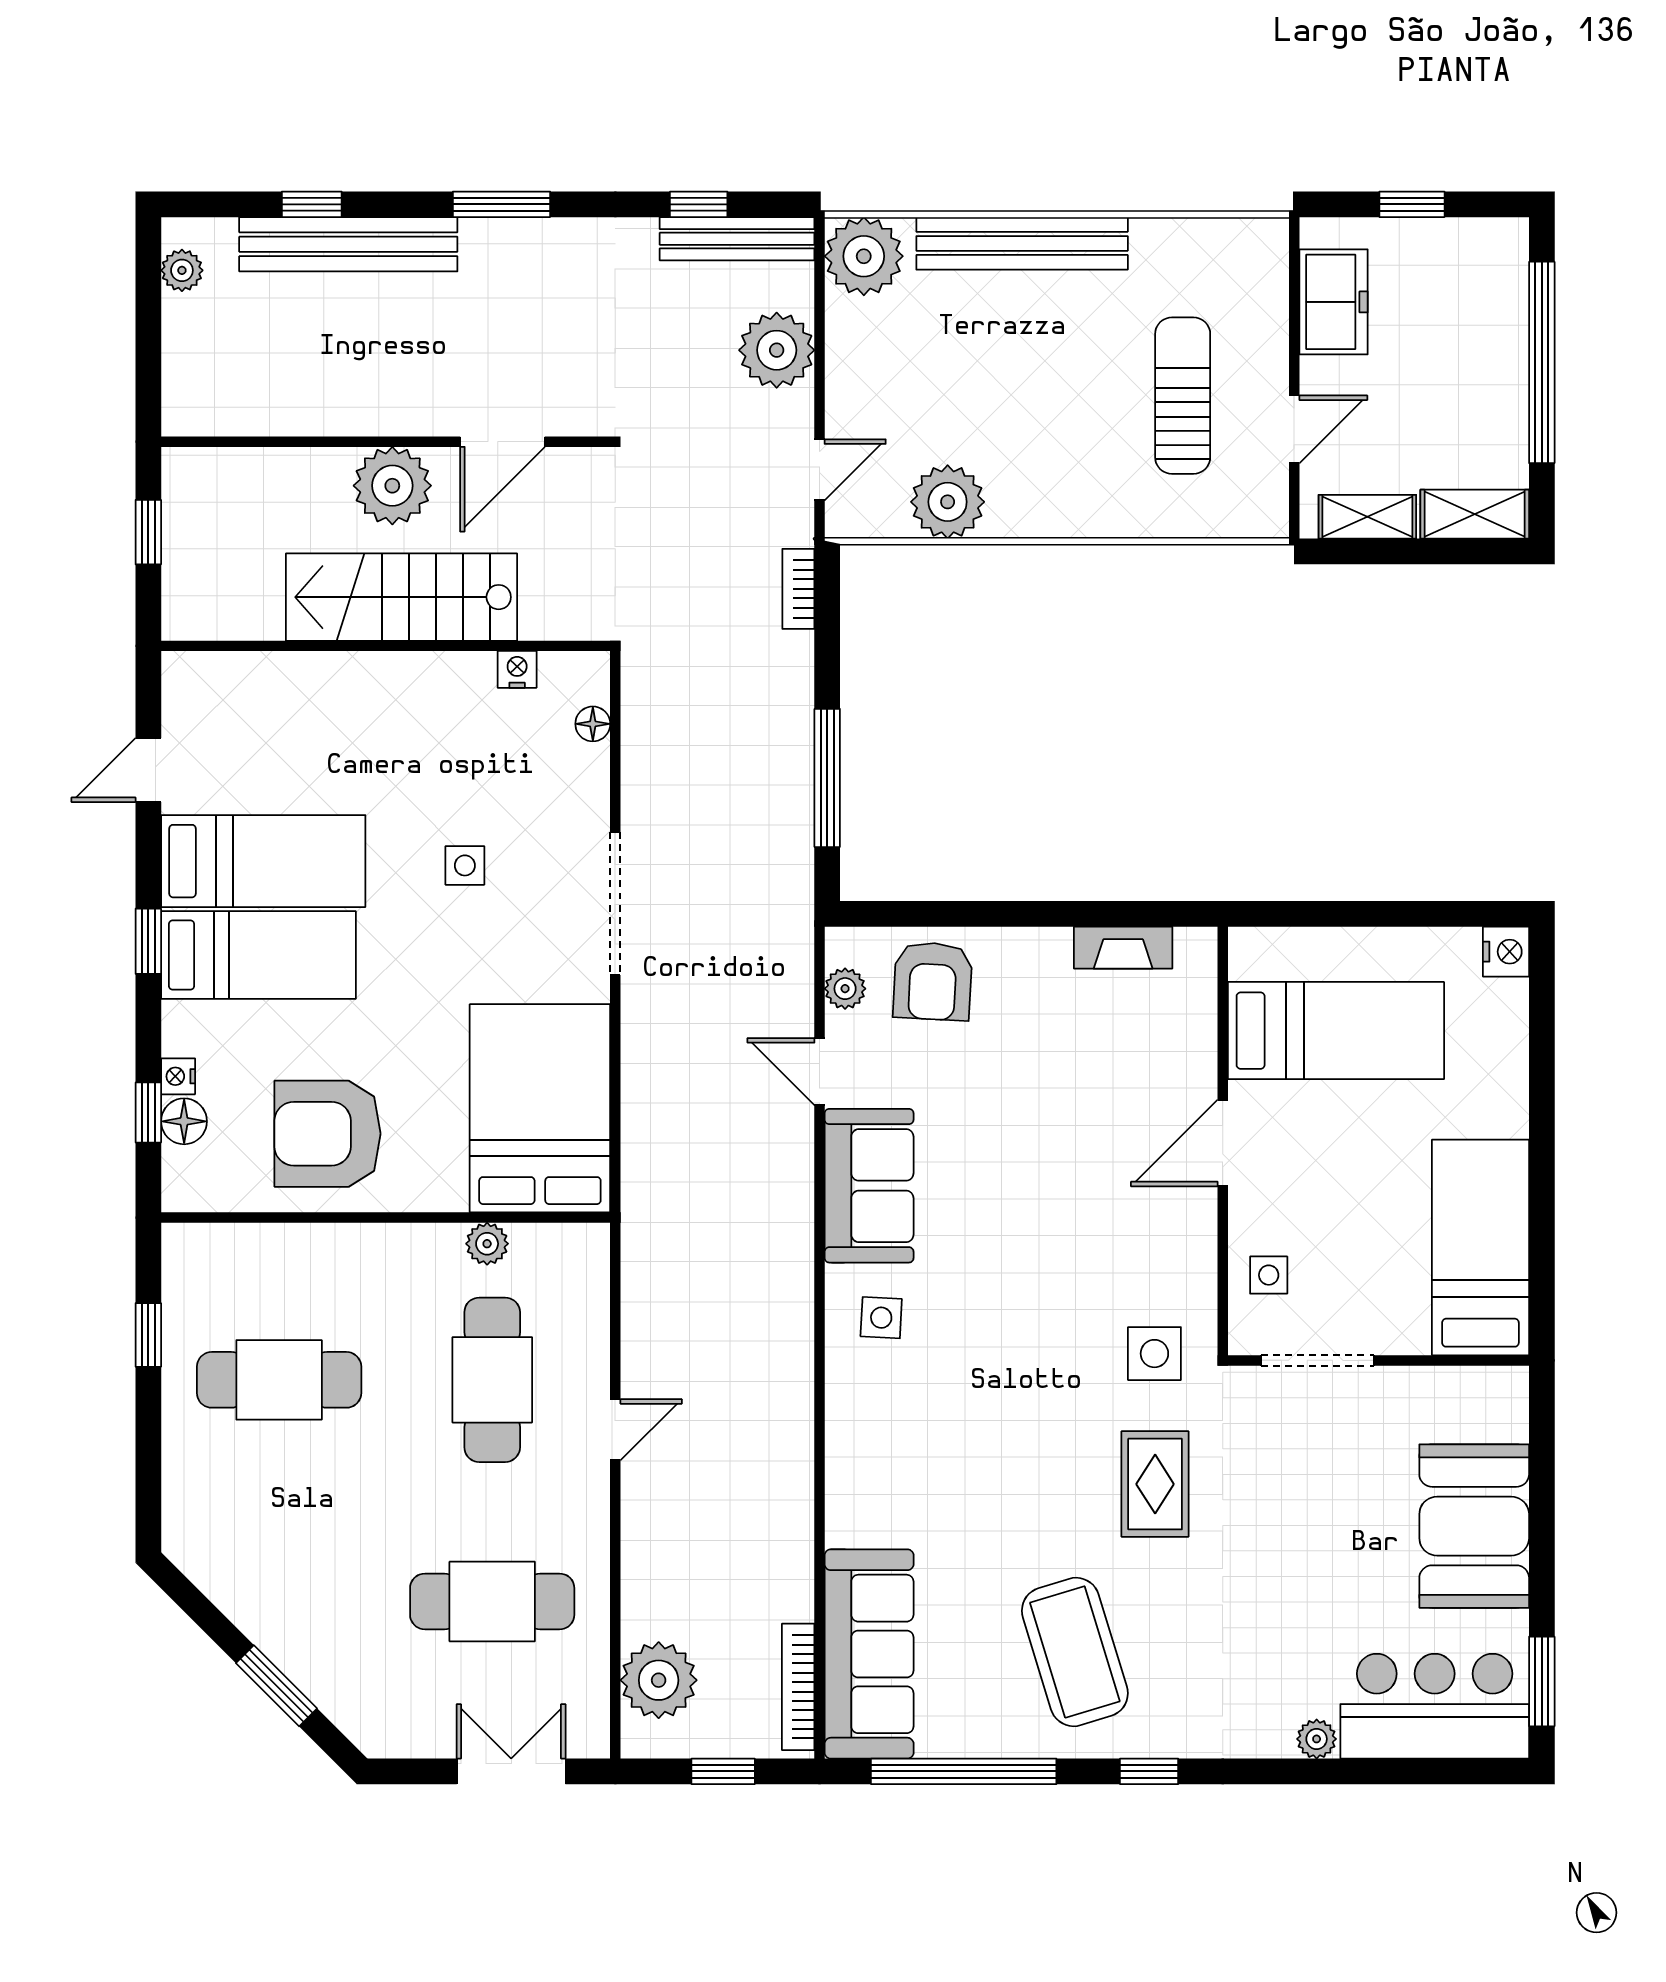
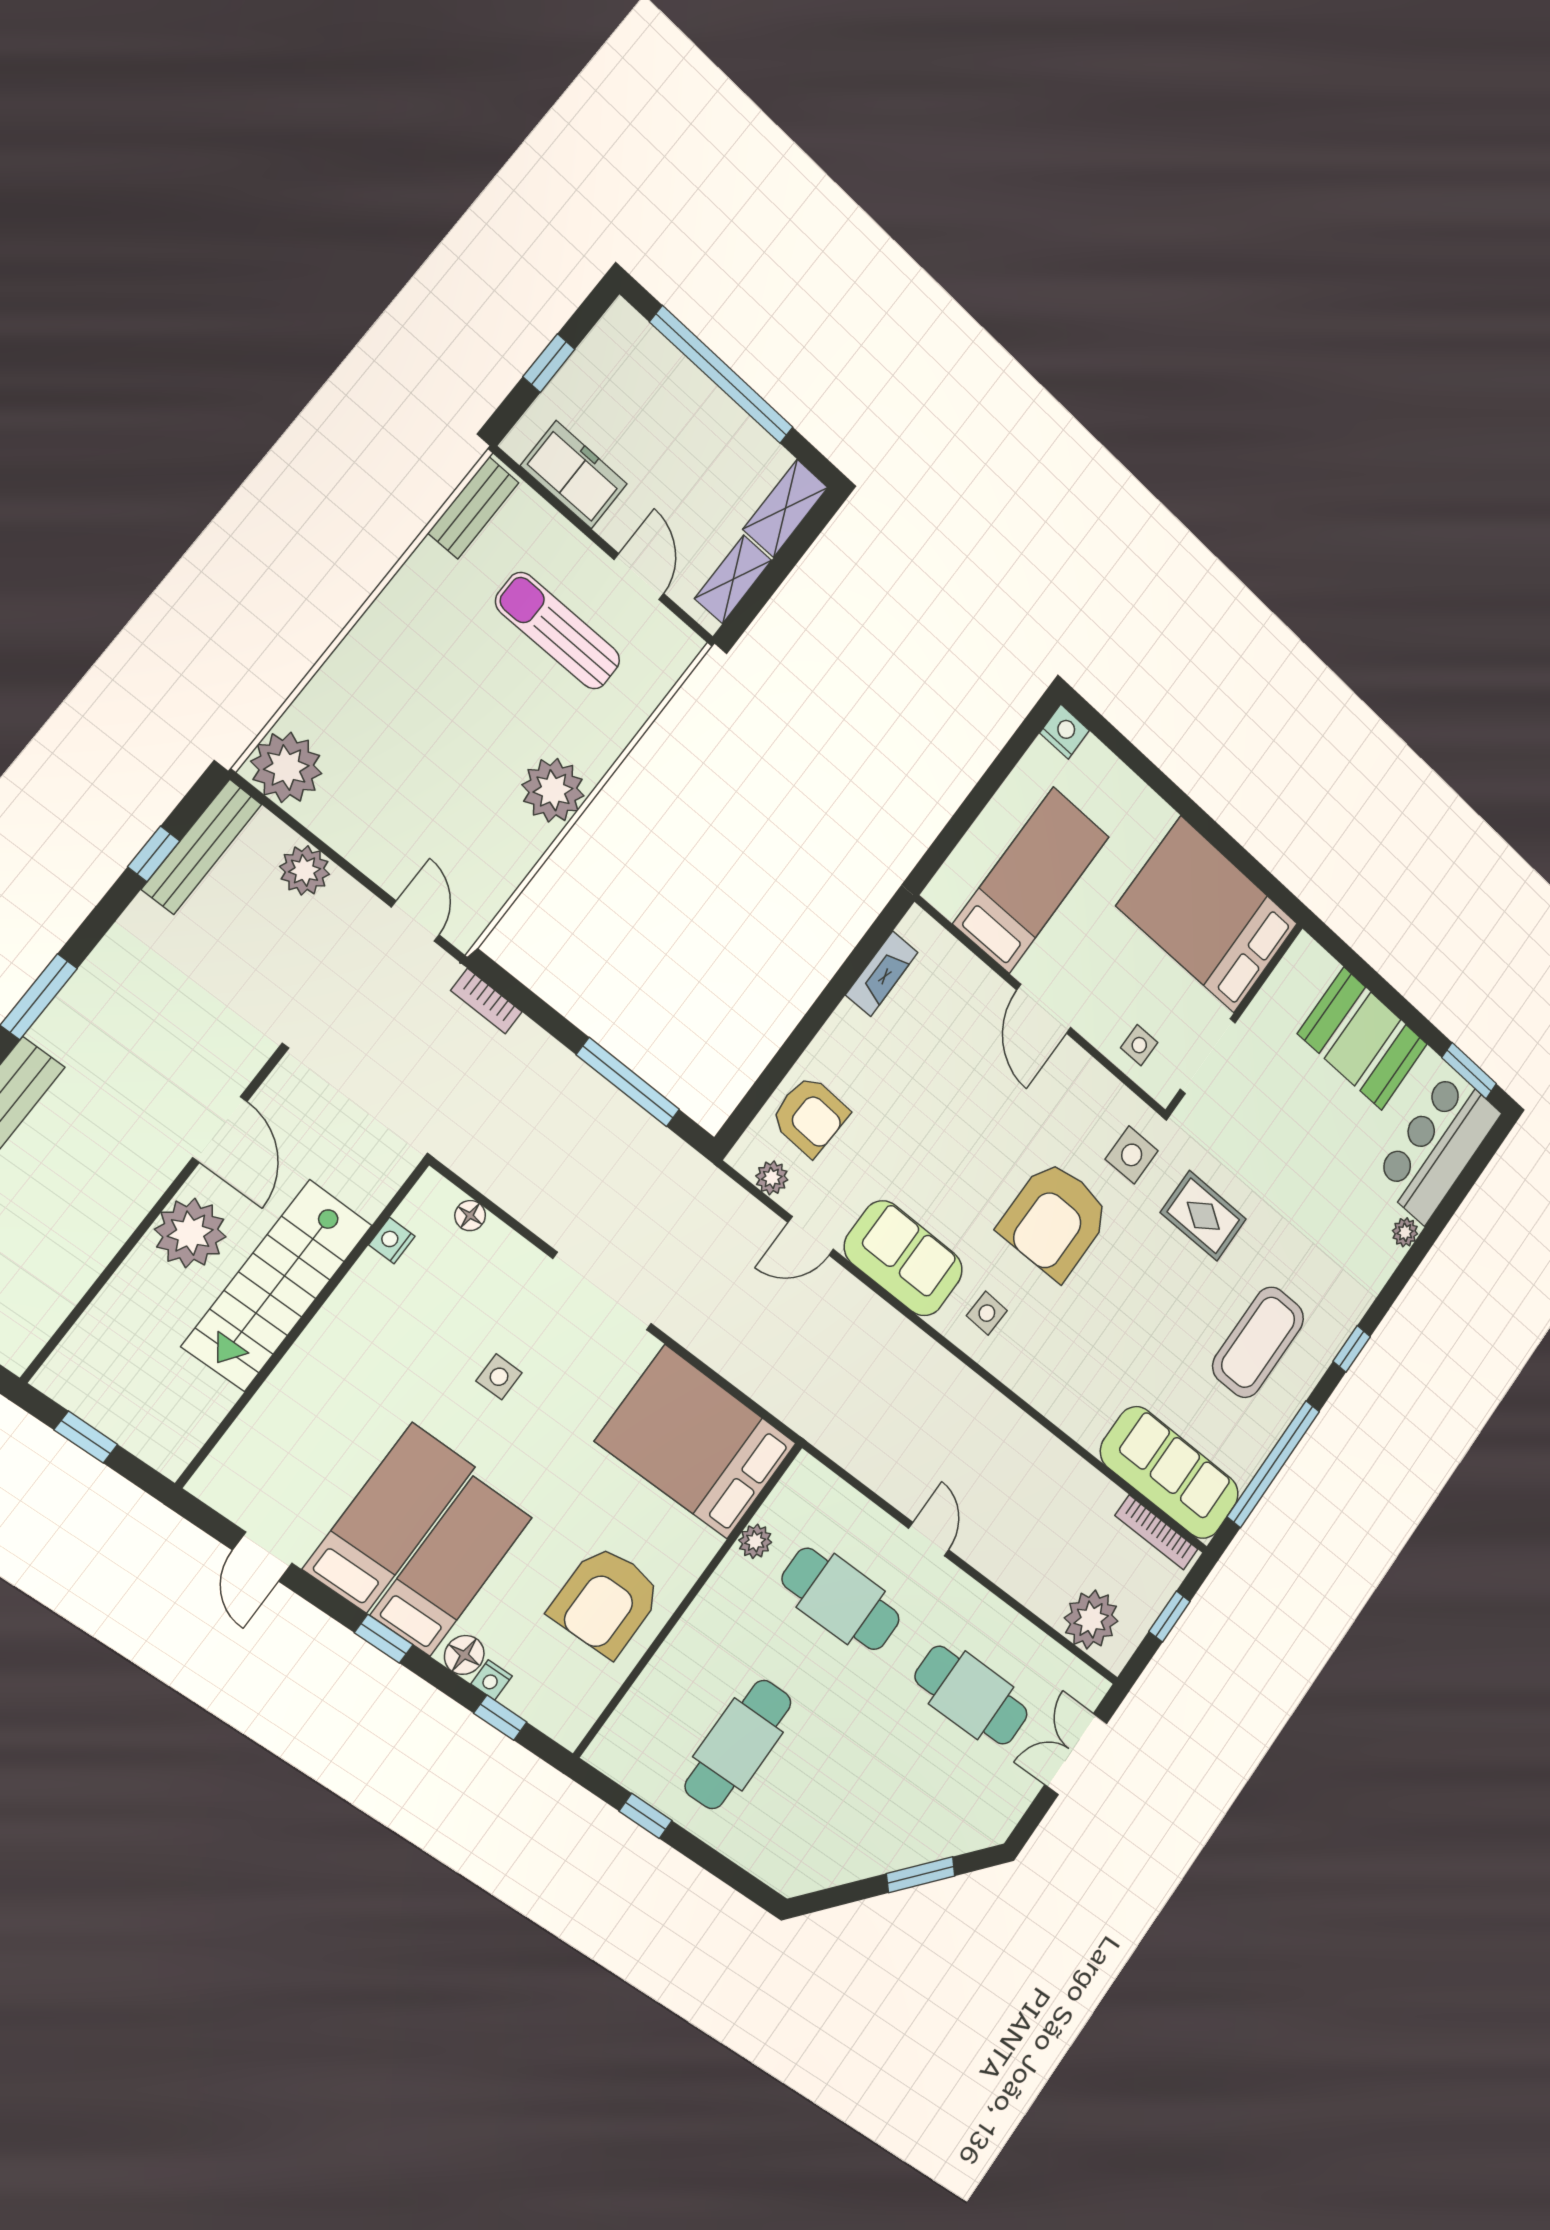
bench: (1022, 243) -> (473, 508), moved, width x0.54, depth x0.82
plant: (777, 350) -> (305, 870), width x0.73, depth x0.73
plant: (948, 502) -> (553, 790), moved
floor lamp: (184, 1121) -> (464, 1655), moved
bed: (1480, 1247) -> (1208, 915), width x1.50
armchair: (1027, 1319) -> (1055, 1220), added
cafe table: (492, 1601) -> (971, 1695), turned 90
coffee table: (1075, 1652) -> (1258, 1342), turned -73

